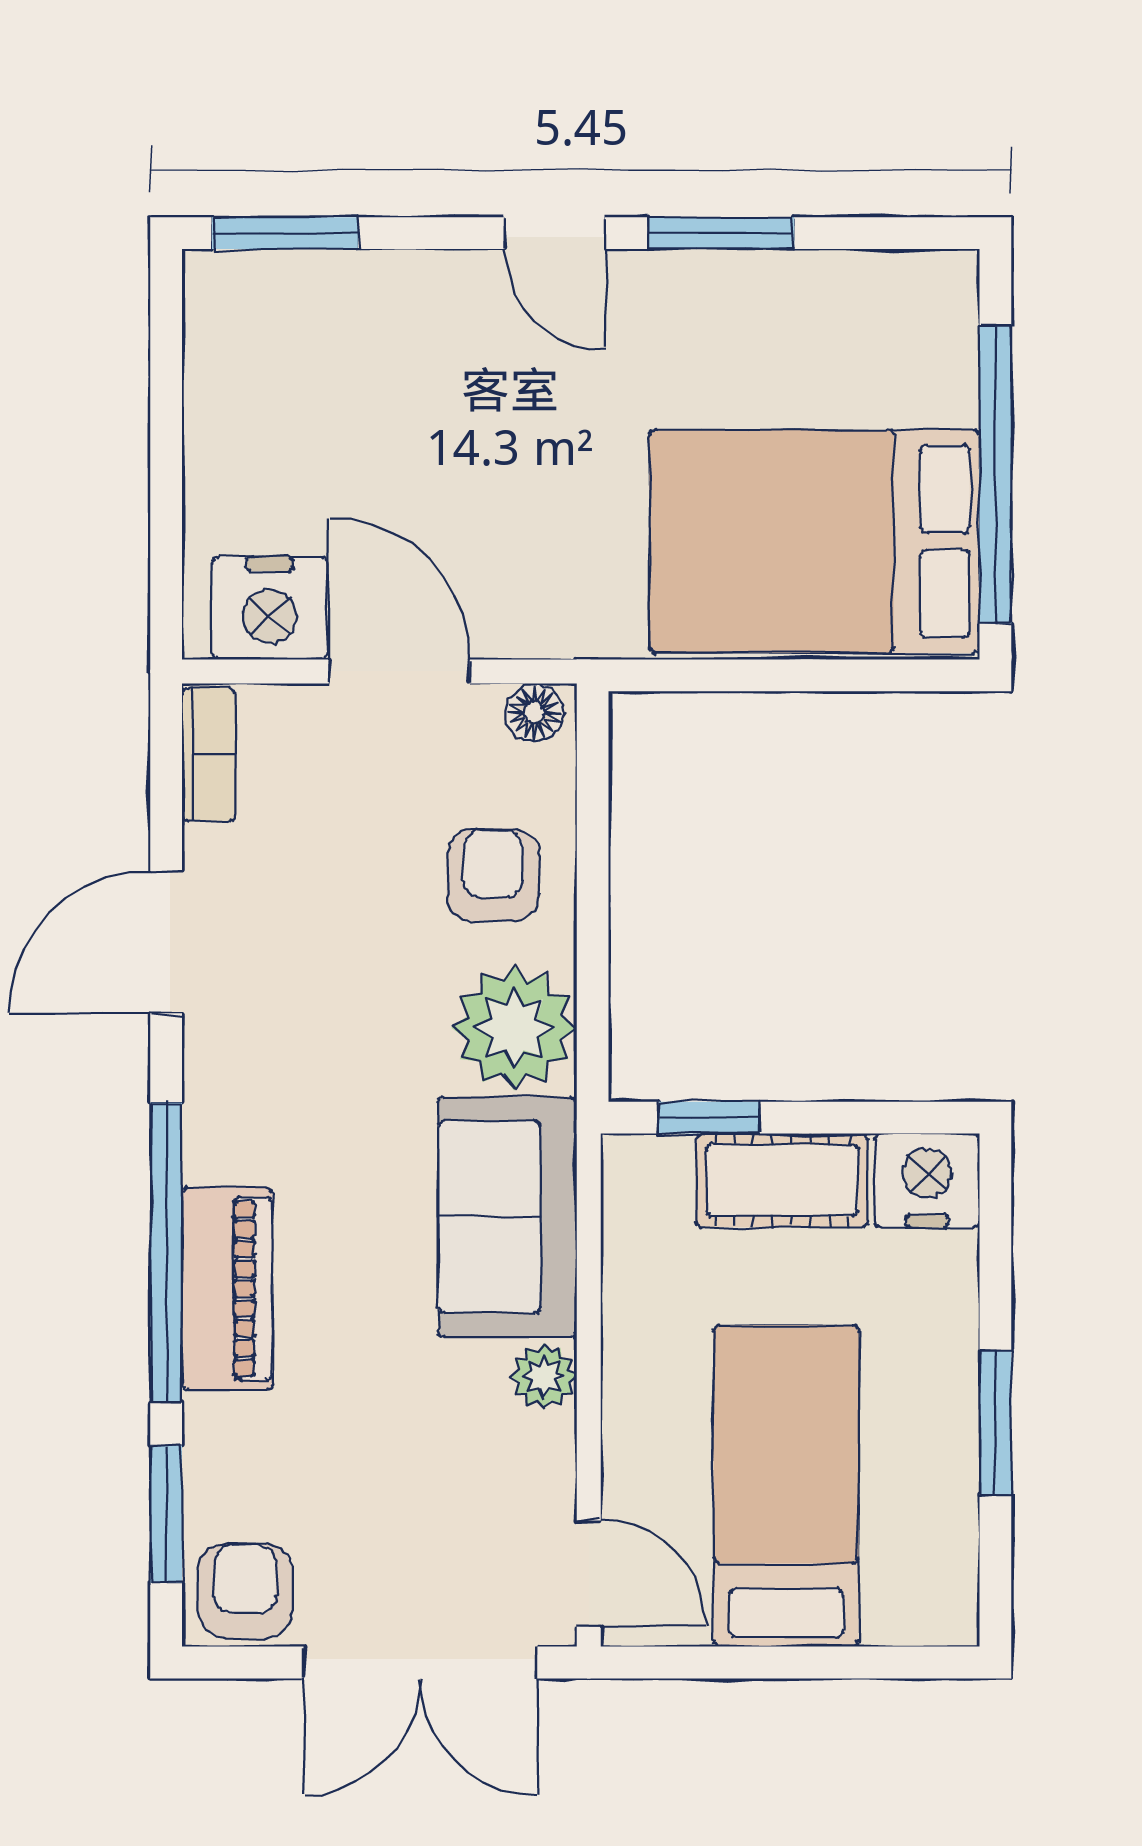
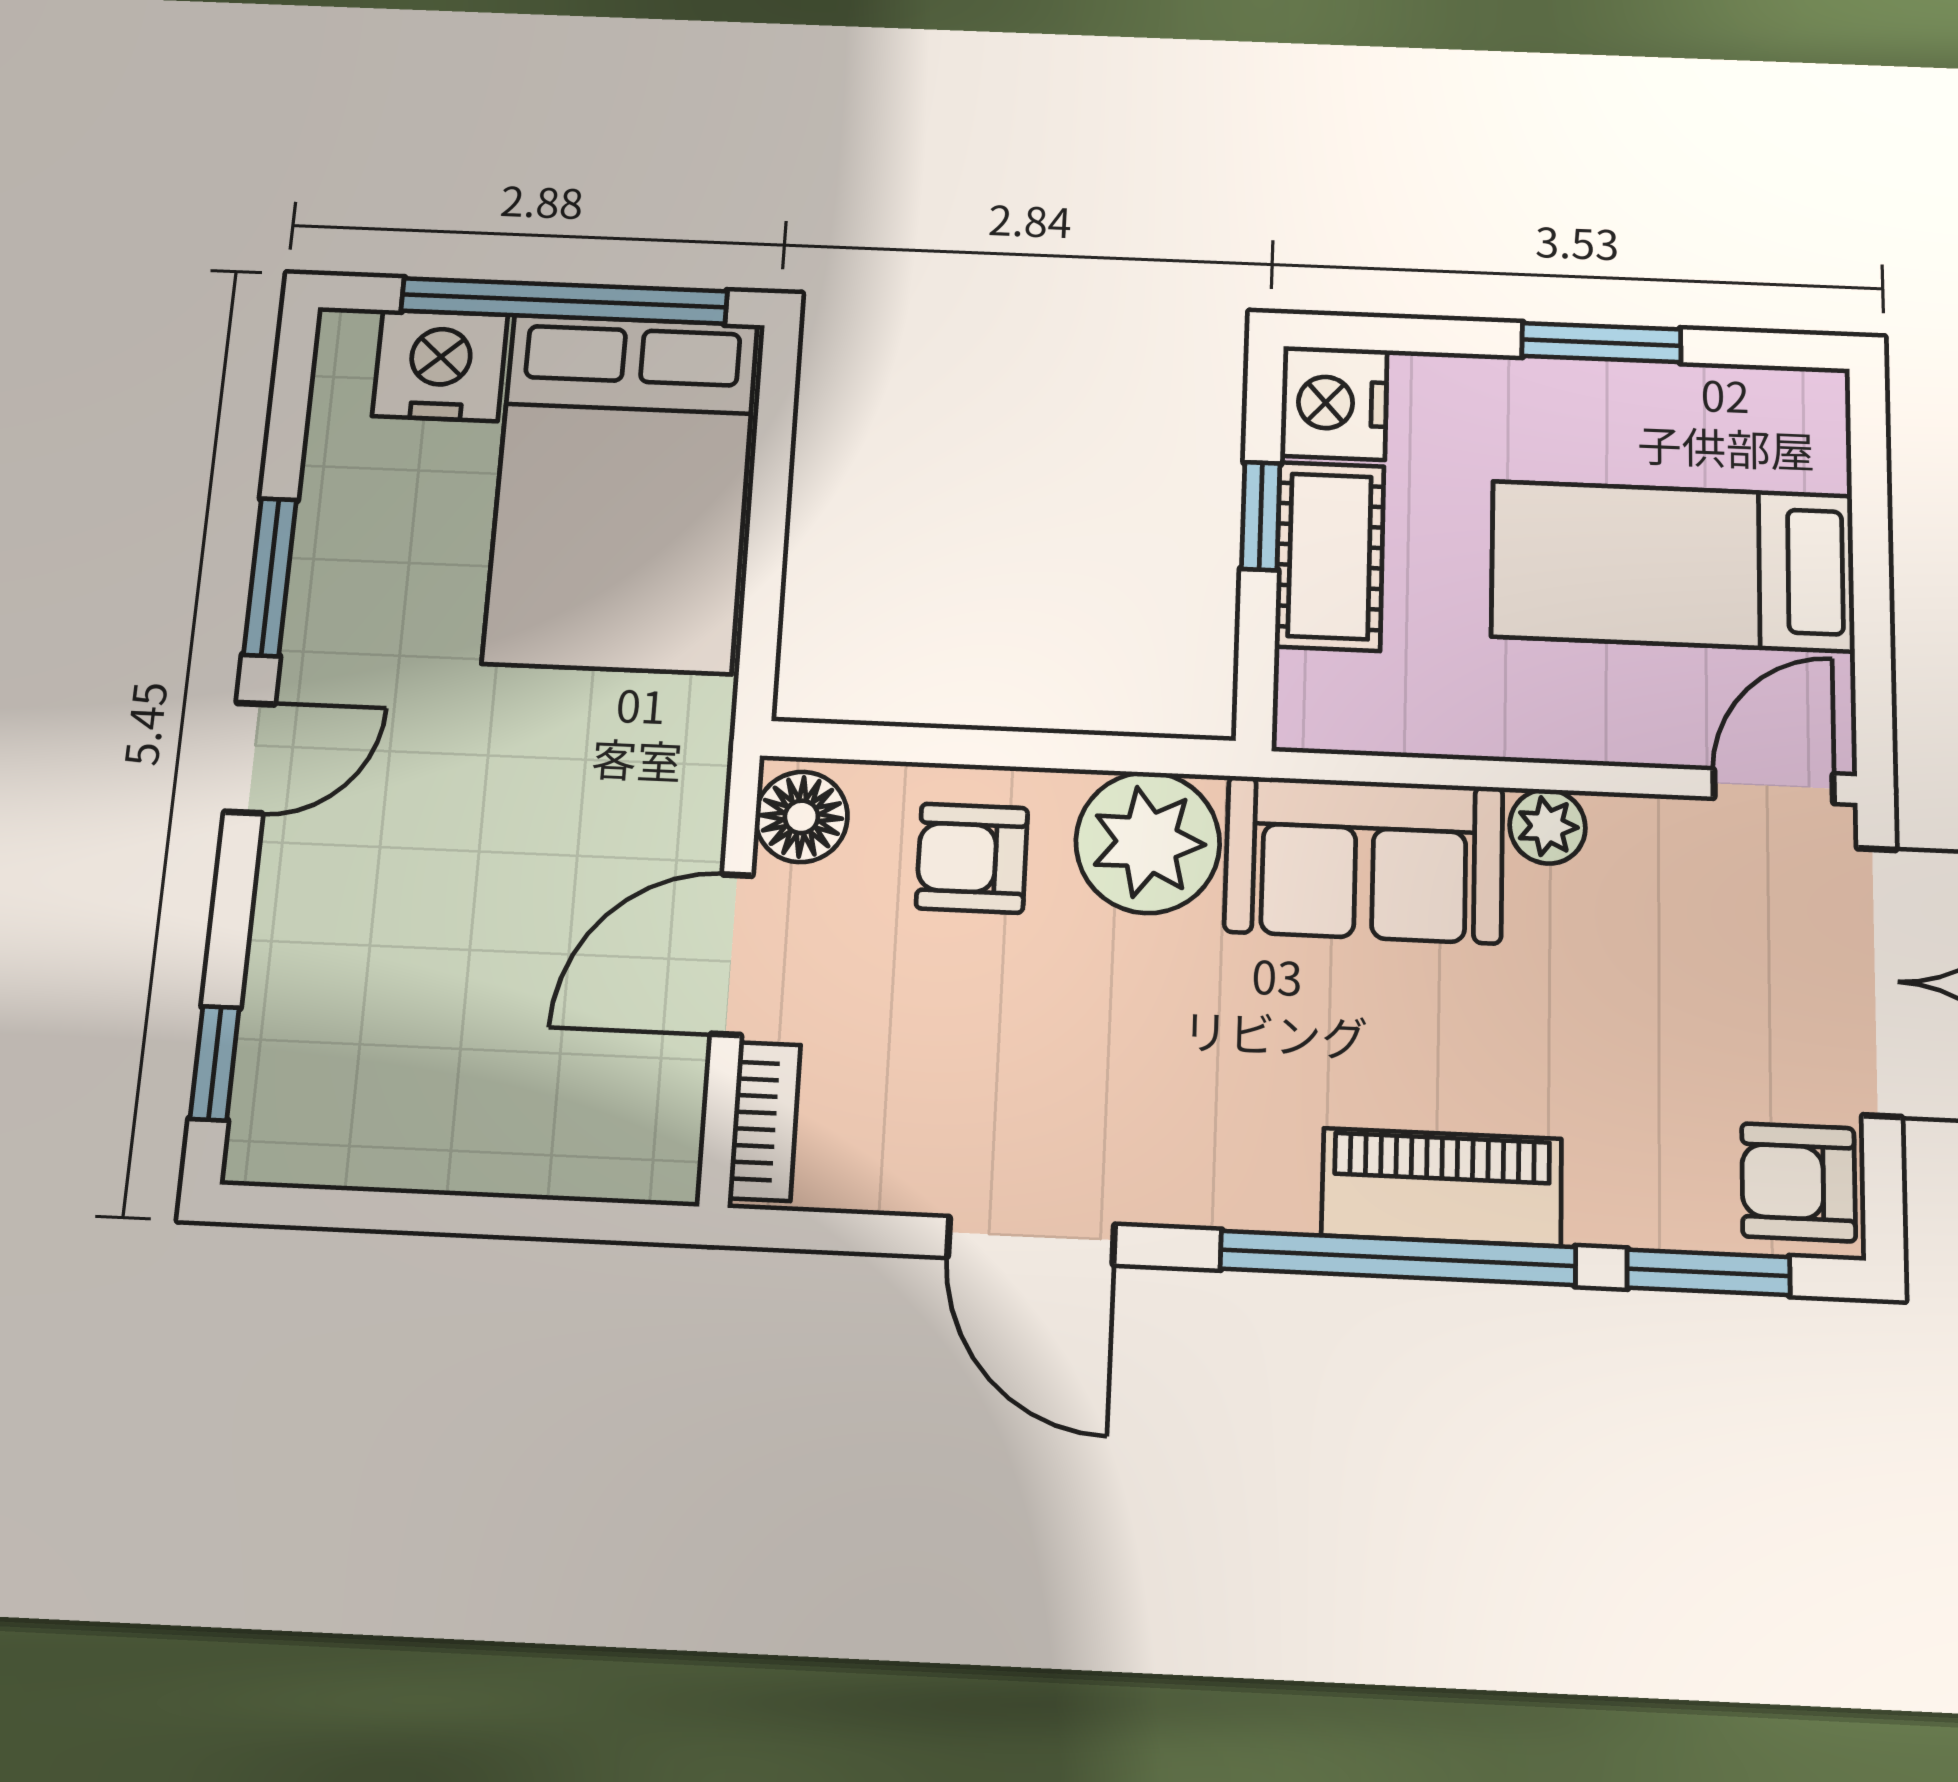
window: (285, 233) -> (215, 1063), width x0.67
nightstand: (270, 608) -> (440, 365), moved, turned -90
floor lamp: (534, 713) -> (801, 817), width x1.37, depth x1.37
bookcase: (209, 755) -> (765, 1121), moved, turned 90
window: (709, 1118) -> (1261, 516), moved

